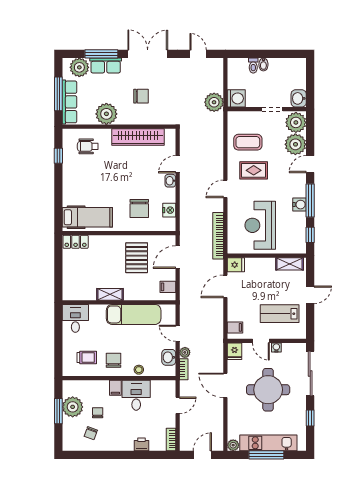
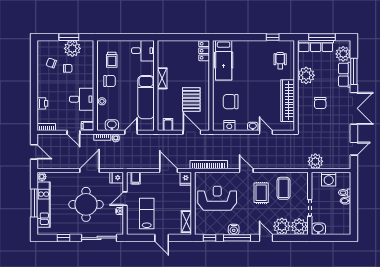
washing machine: (236, 98) -> (329, 179), moved
pallet: (137, 258) -> (191, 100), turned 90
filing cabinet: (115, 388) -> (87, 126), moved

